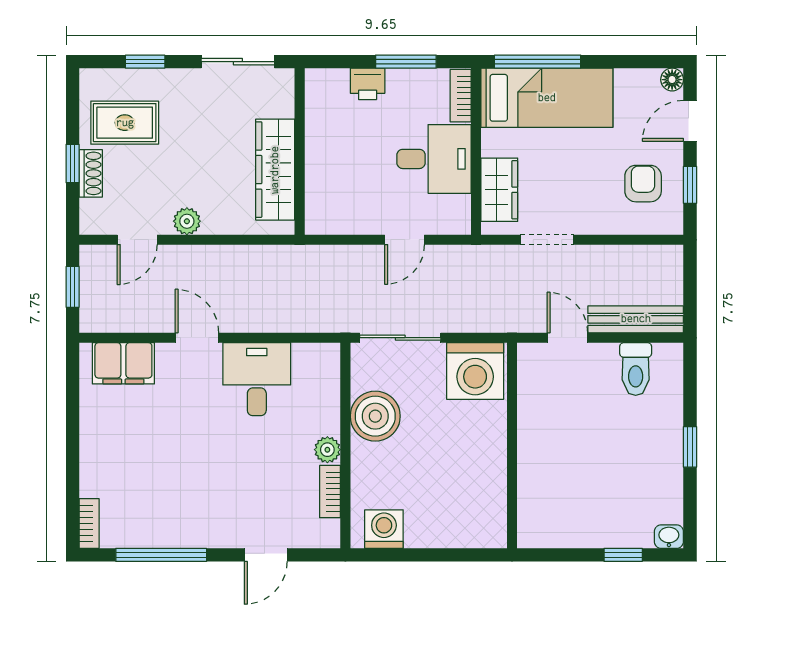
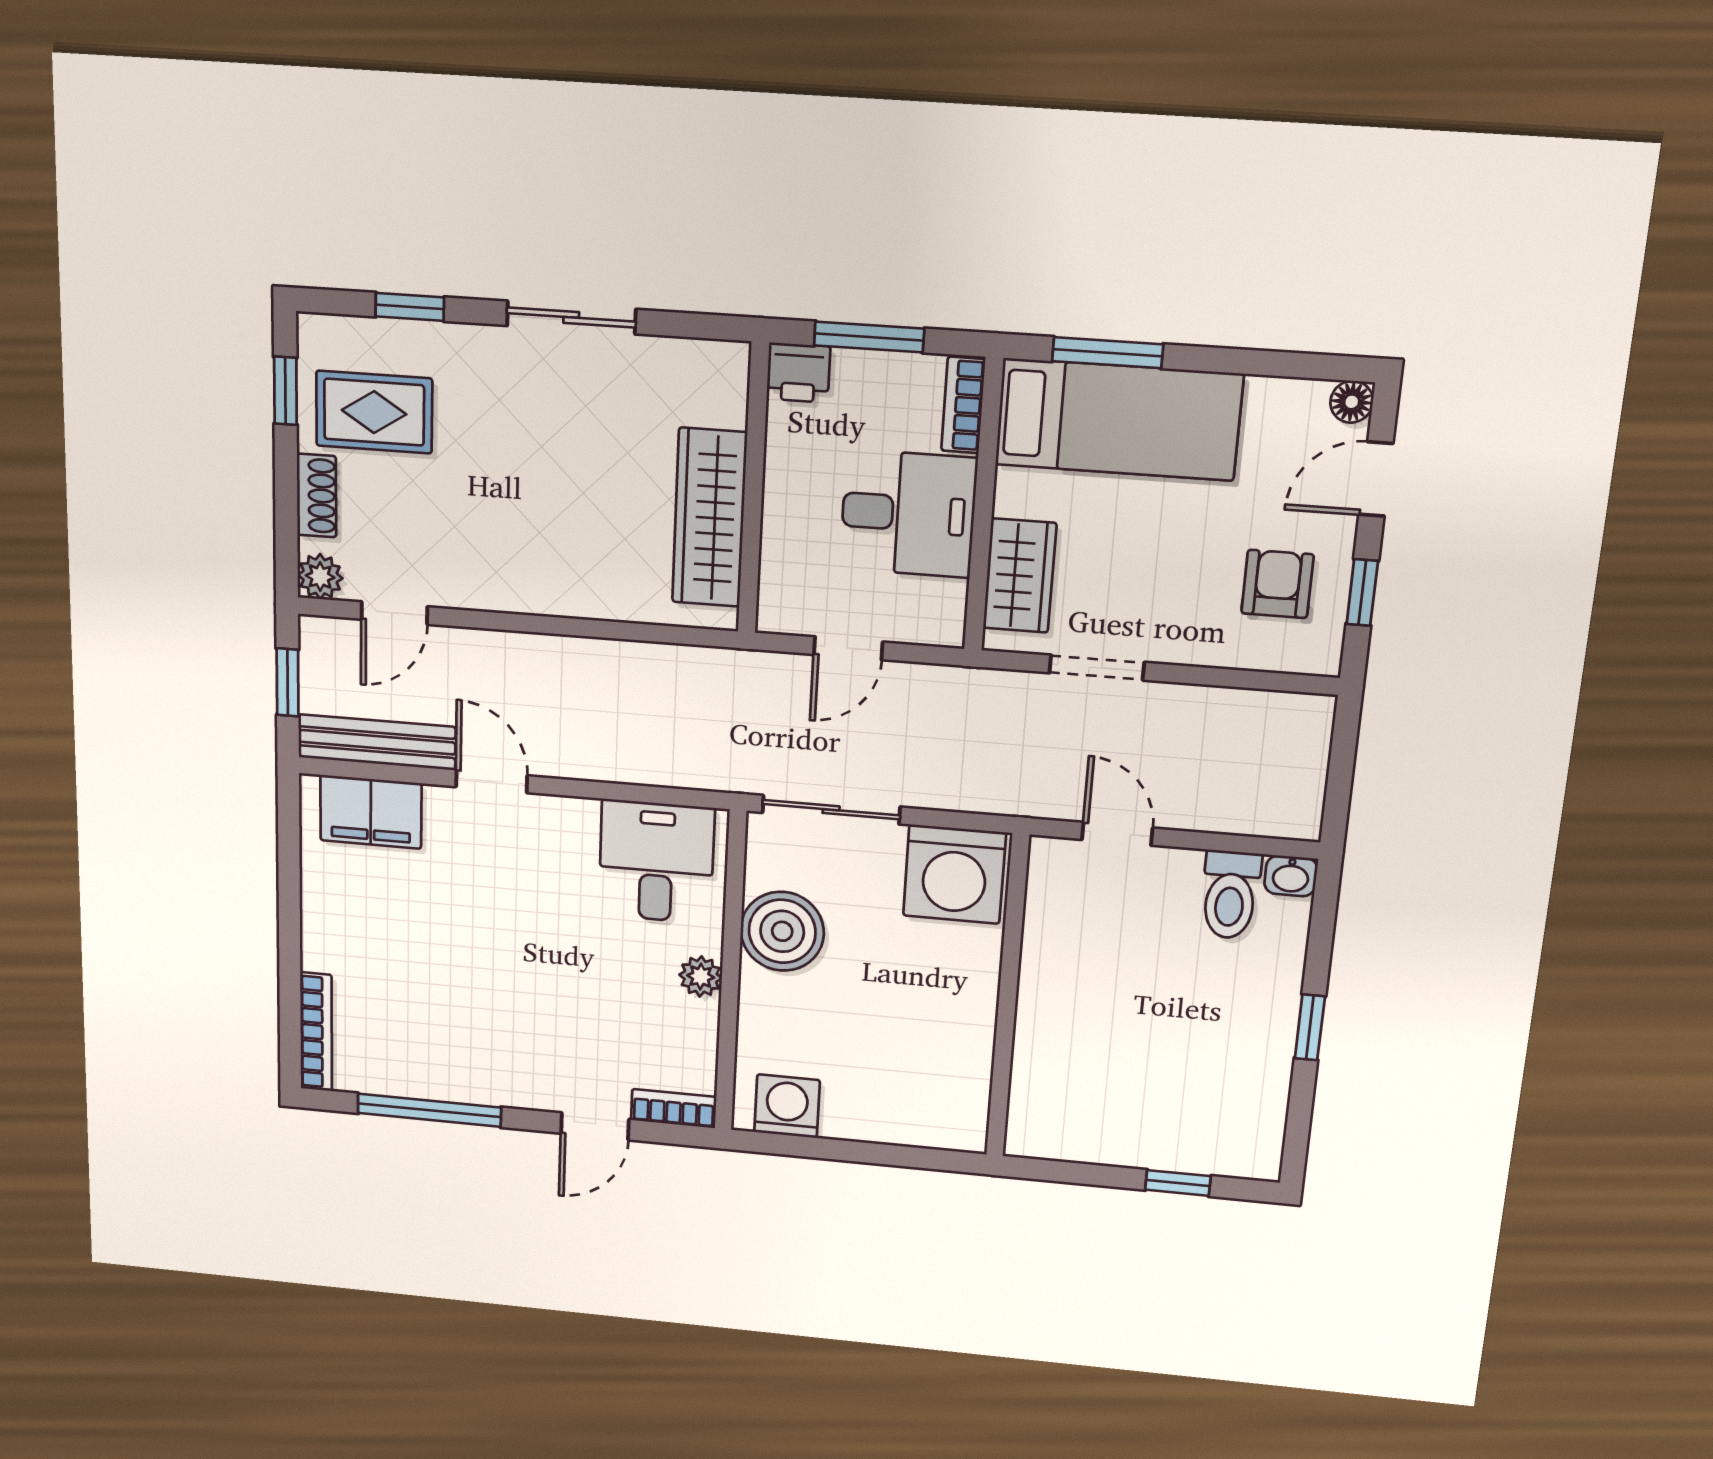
window: (538, 62) -> (1107, 353), width x0.69
wall: (300, 151) -> (753, 489), moved
window: (73, 163) -> (285, 391), moved
wardrobe: (275, 170) -> (709, 518), moved
plant: (187, 221) -> (320, 577), moved
bench: (636, 319) -> (377, 742), moved
desk: (257, 379) -> (656, 862), moved
bookcase: (330, 492) -> (674, 1109), moved, turned 90
bookcase: (89, 523) -> (316, 1032), width x1.56
washbasin: (669, 537) -> (1291, 876), moved, turned 180

